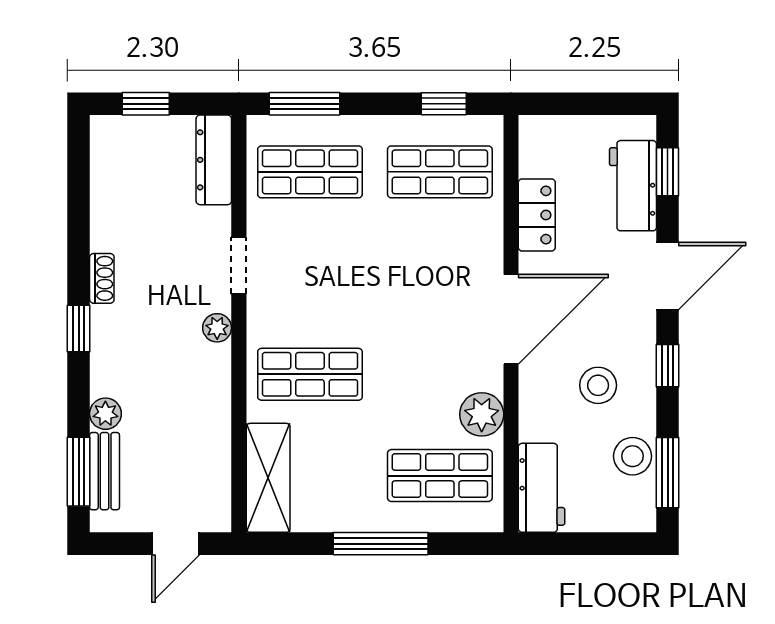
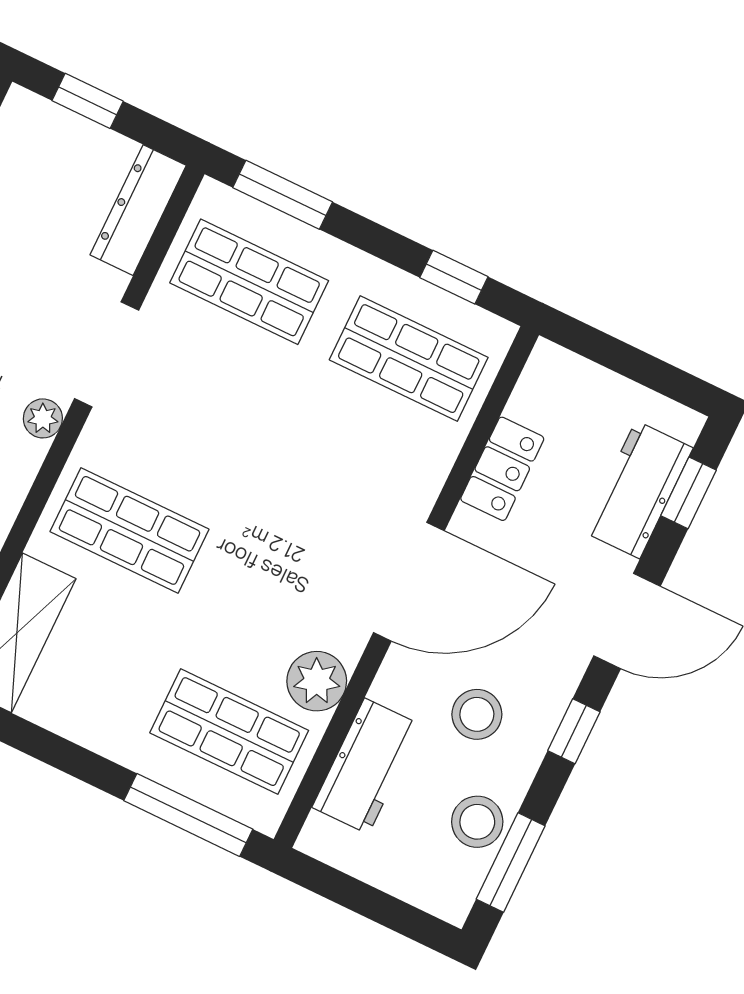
doorway: (239, 265) -> (107, 354), width x1.38
workbench: (542, 488) -> (366, 766), moved
window: (381, 544) -> (188, 815), moved

